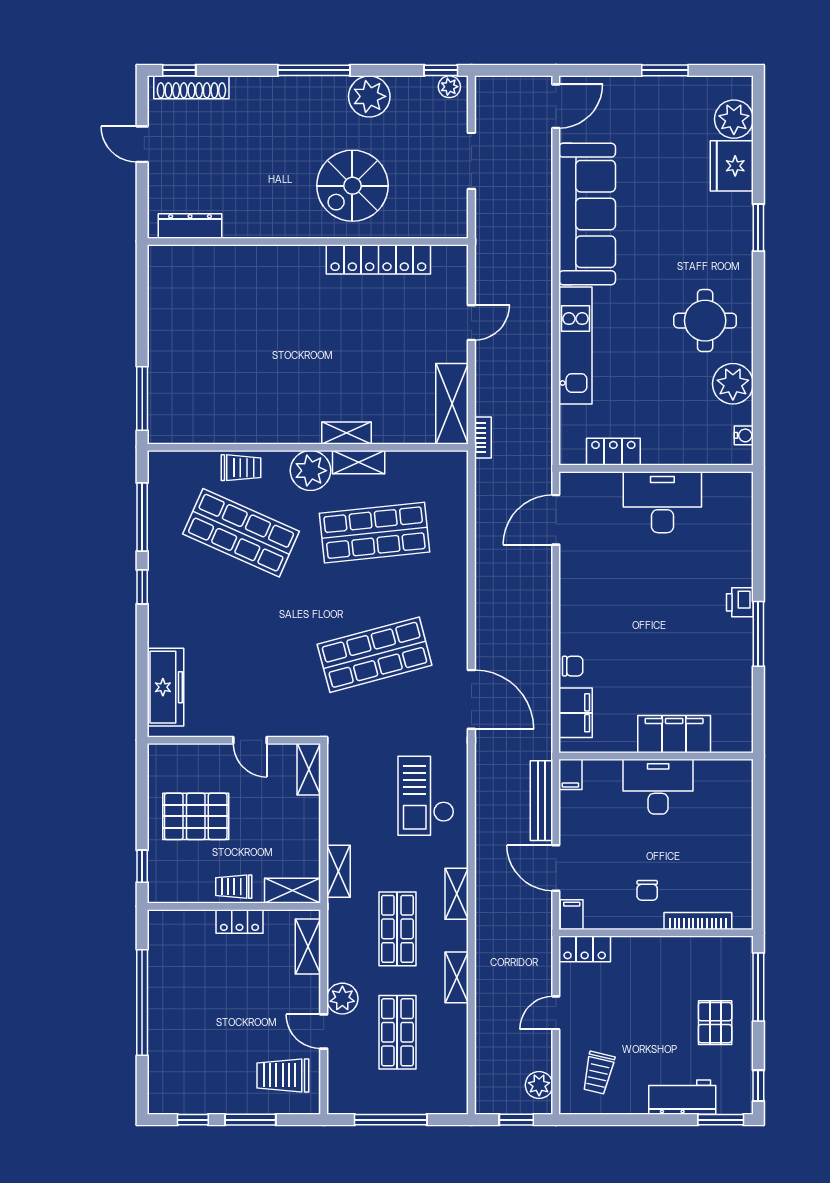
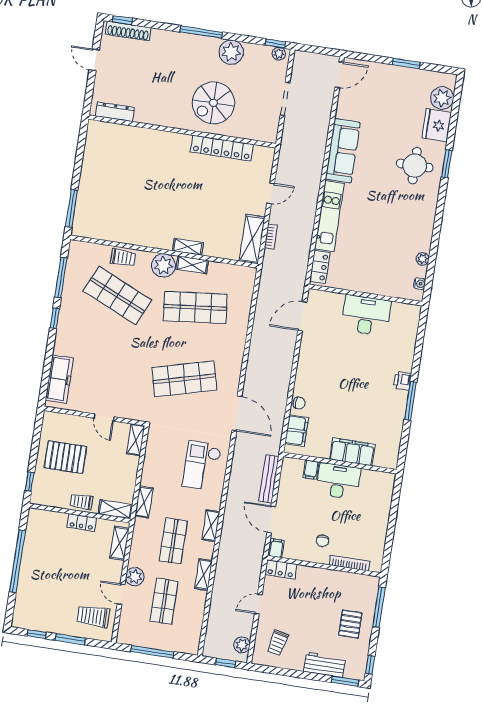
sofa: (587, 214) -> (343, 151), width x0.74, depth x0.79
round table: (705, 321) -> (415, 166), moved
plant: (733, 384) -> (423, 259), width x0.53, depth x0.53
bookcase: (483, 438) -> (271, 237), moved
locker: (613, 452) -> (320, 267), moved, turned 90
filing cabinet: (570, 774) -> (311, 470), moved

